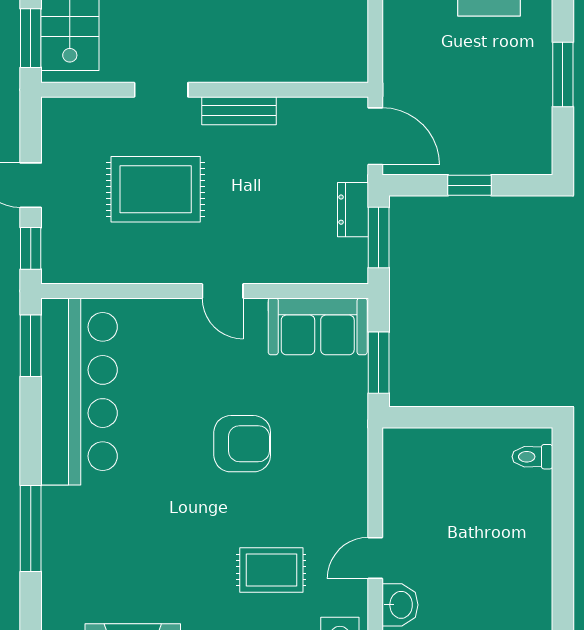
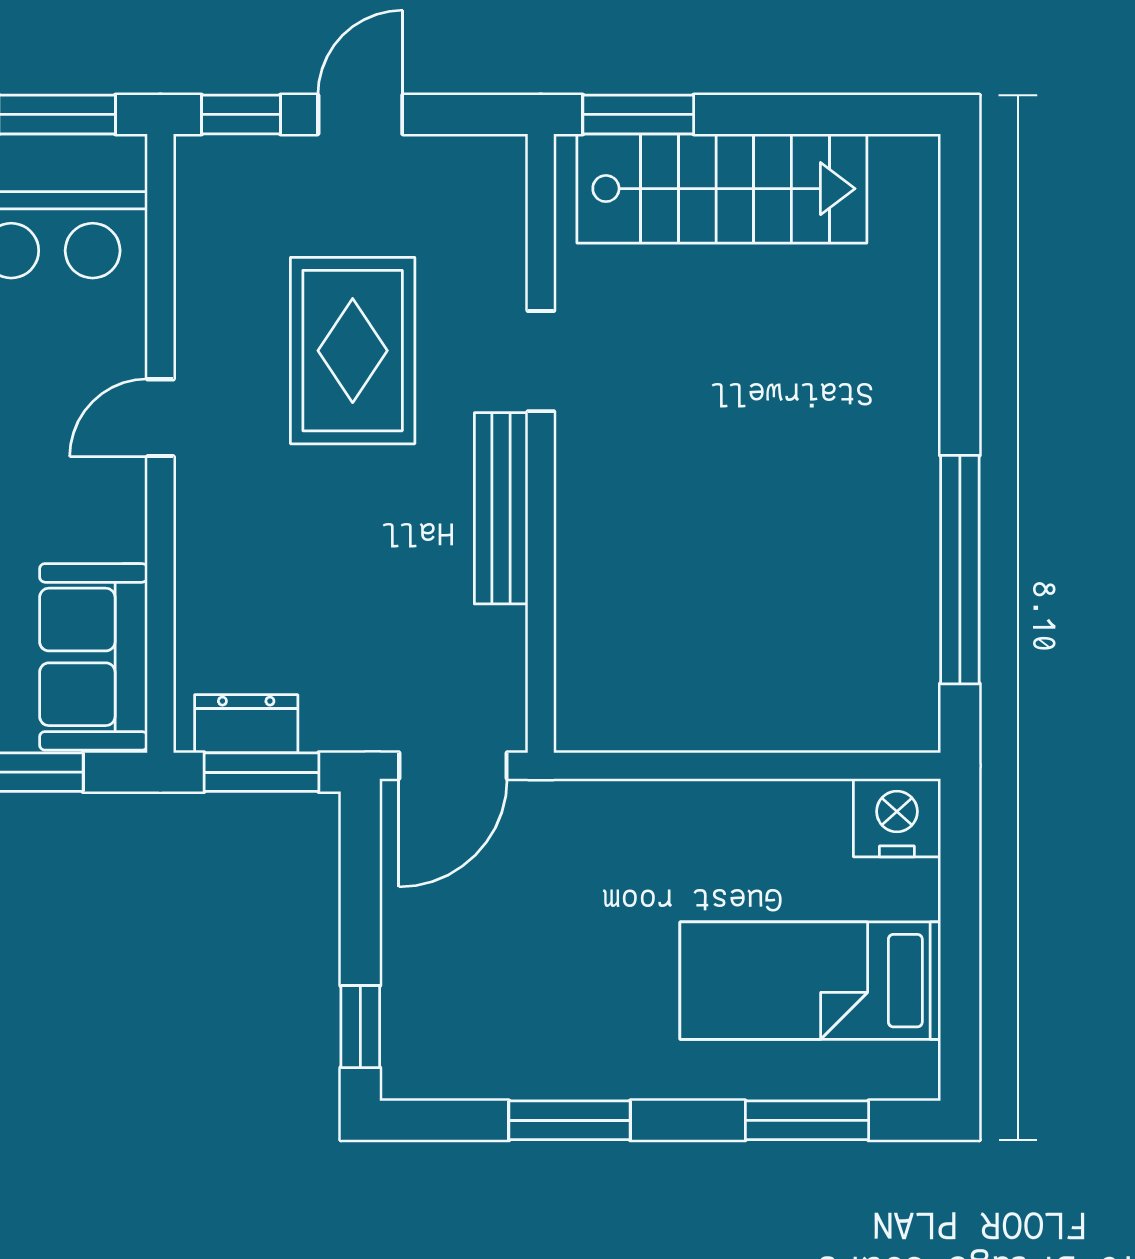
bench: (239, 111) -> (501, 508), width x1.36
window: (470, 185) -> (360, 1027), moved
dresser: (353, 210) -> (246, 724), moved
door: (223, 291) -> (160, 418), moved

